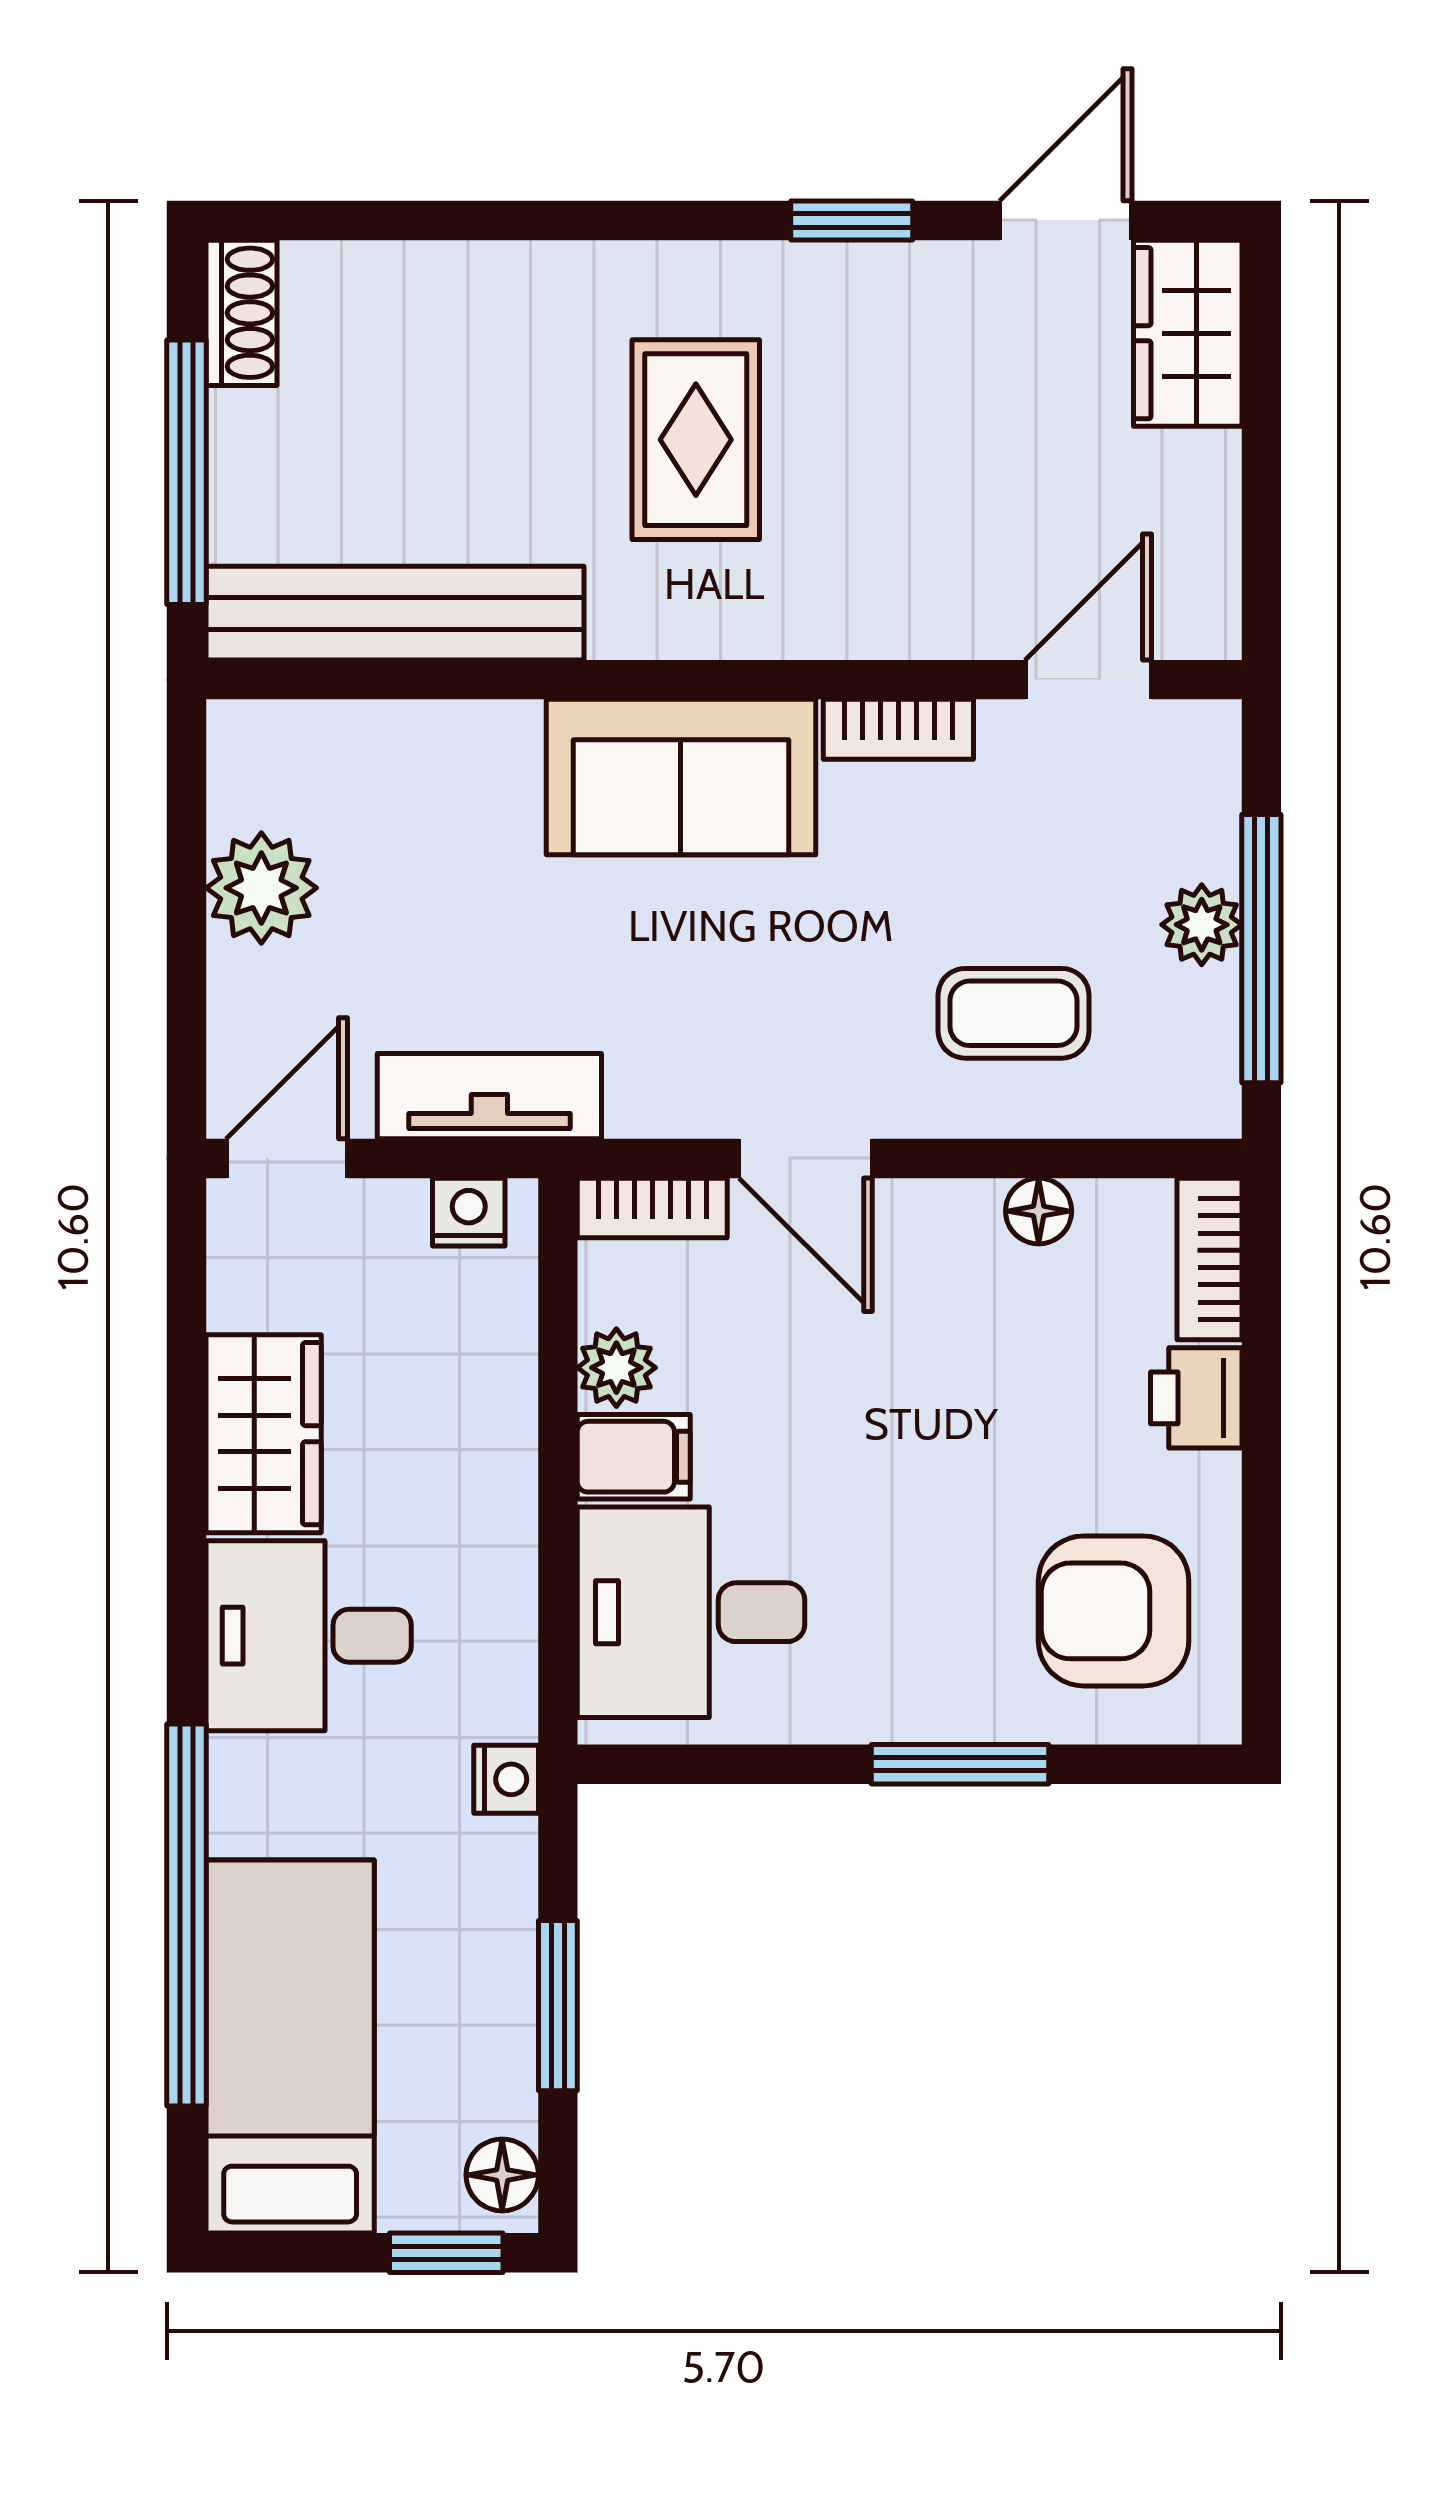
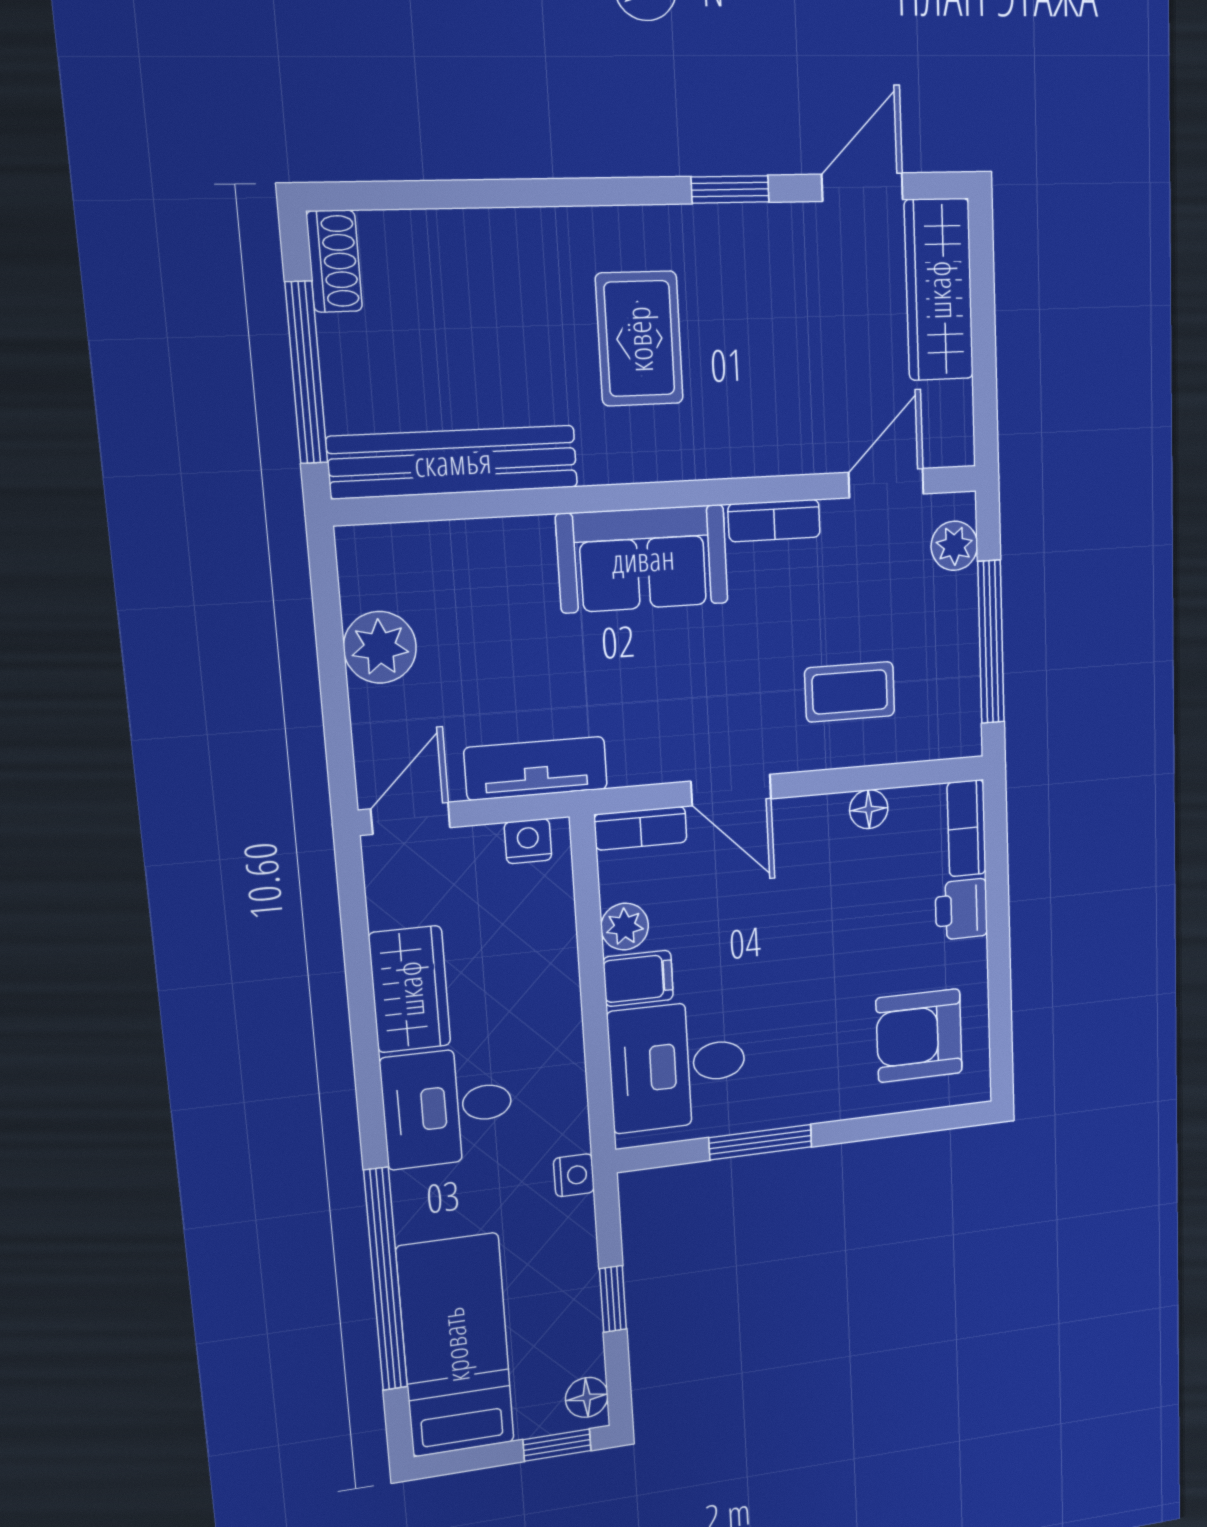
wardrobe: (1188, 333) -> (939, 290), width x1.50
plant: (1202, 925) -> (954, 546), moved
window: (960, 1764) -> (760, 1142), moved
window: (558, 2006) -> (613, 1299), width x0.67

